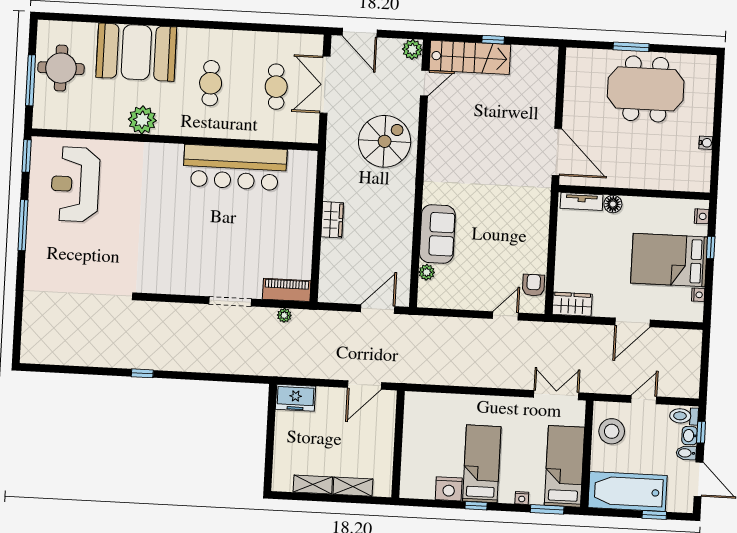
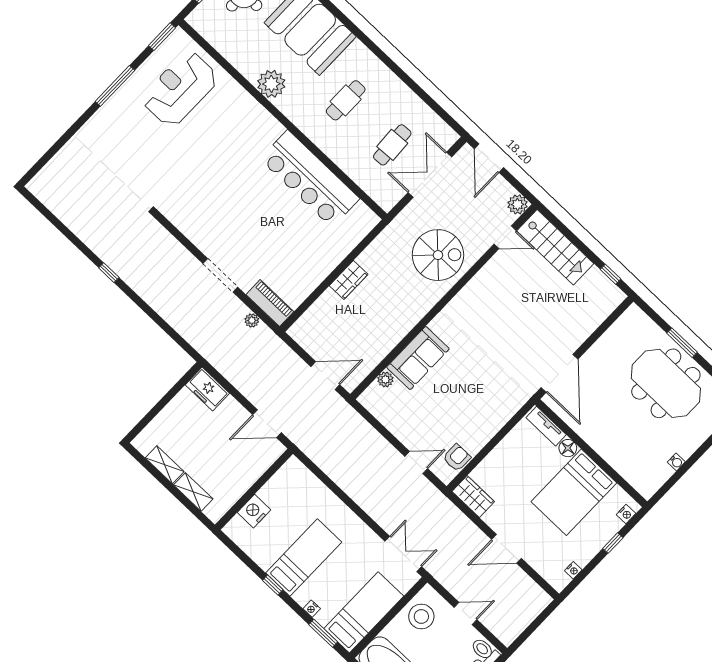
window: (493, 40) -> (610, 274), moved
bed: (669, 260) -> (574, 492), moved, turned -90
nightstand: (449, 489) -> (254, 511), moved, turned 90

